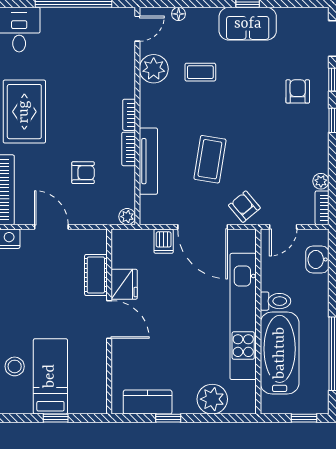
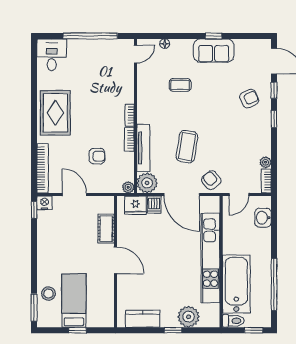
plant: (154, 69) -> (147, 183), moved
armchair: (298, 91) -> (249, 99), turned 65
fridge: (124, 284) -> (135, 205), moved, turned 90
toilet: (275, 301) -> (233, 321), moved
window: (168, 418) -> (173, 330), moved

